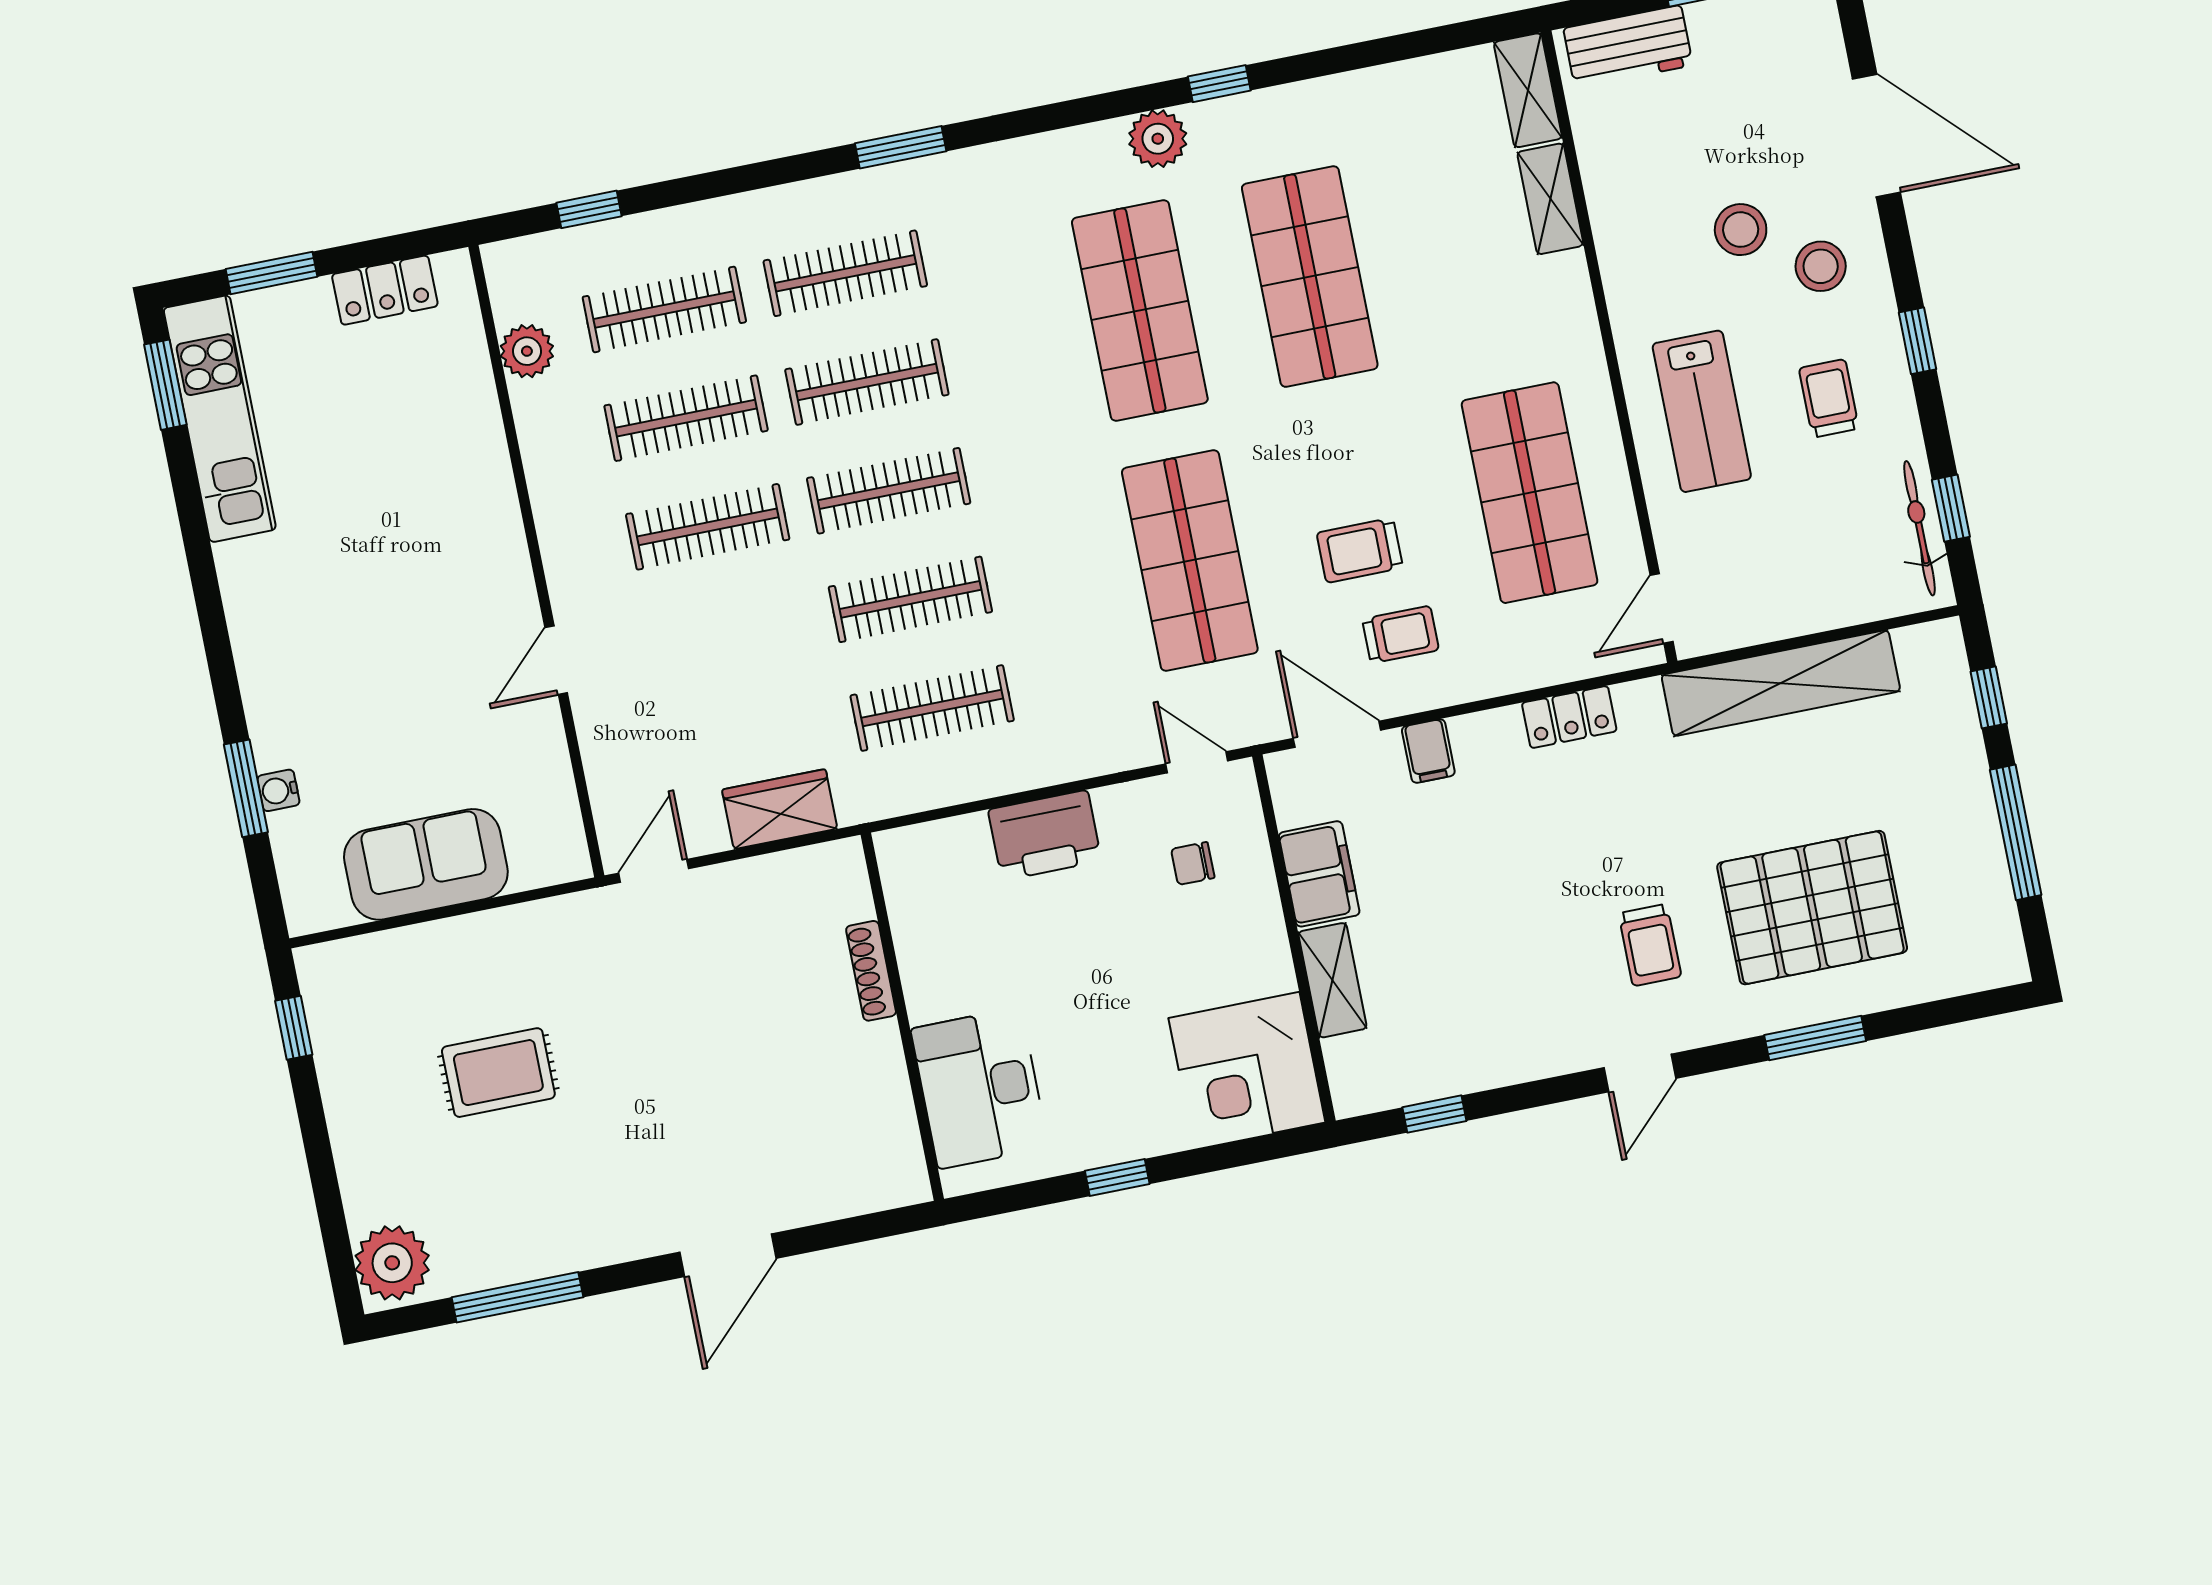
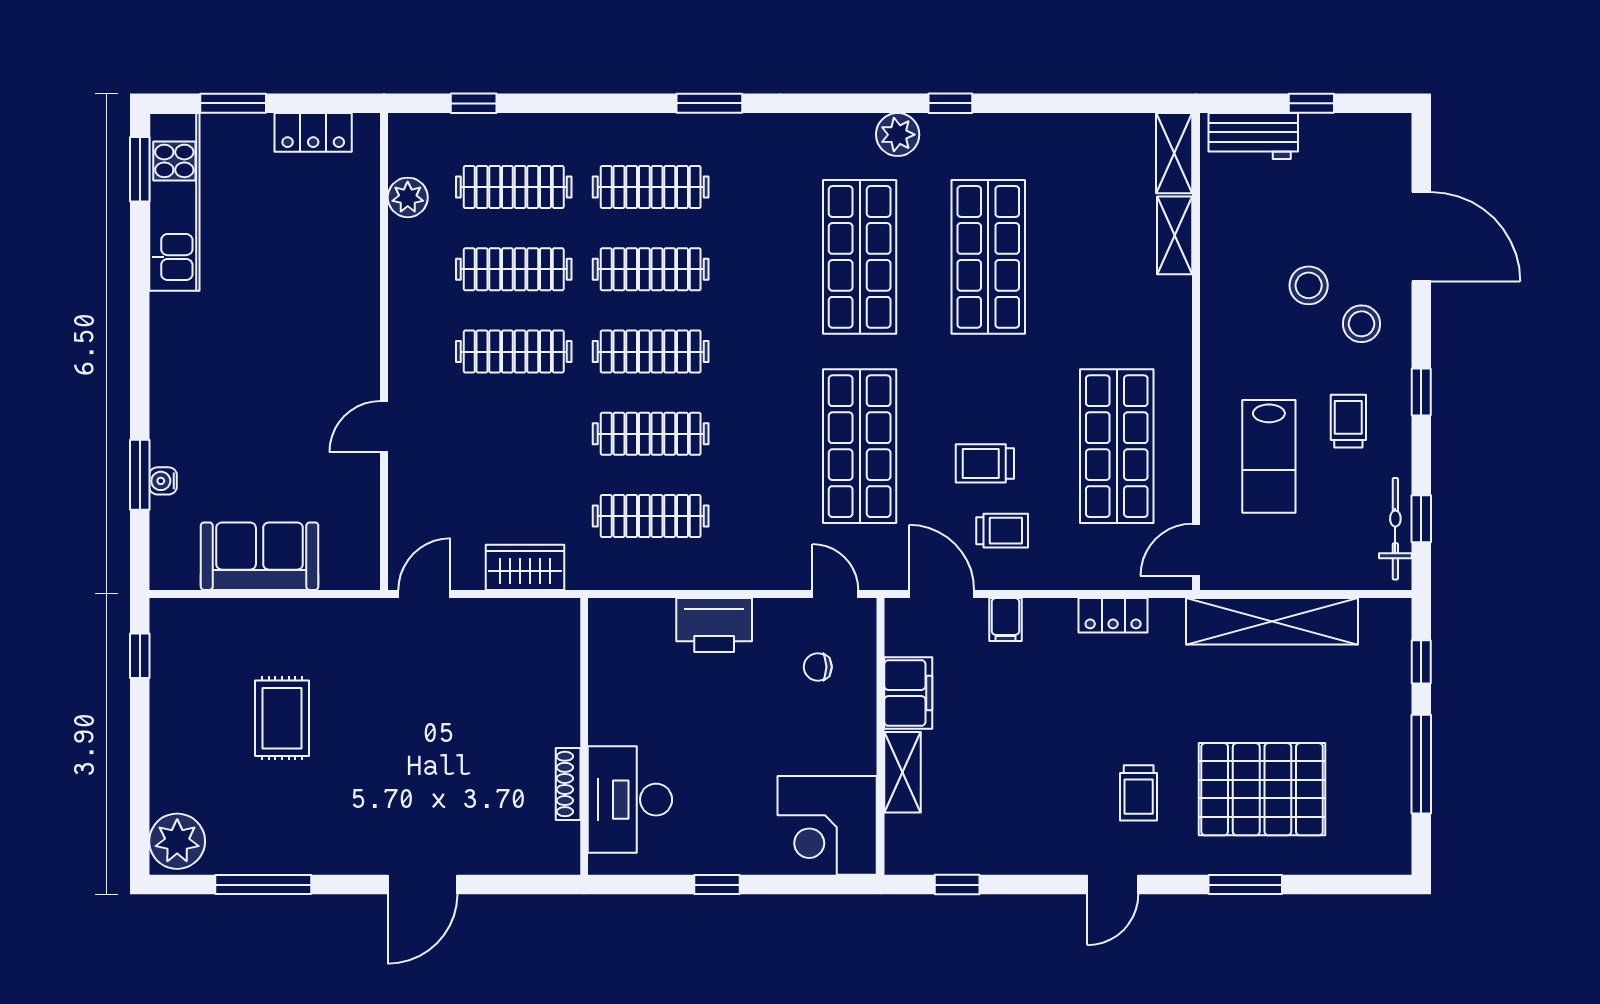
lab bench: (1702, 411) -> (1269, 456), moved
shoe rack: (871, 971) -> (568, 784), moved
rug: (498, 1073) -> (282, 718), turned 90

